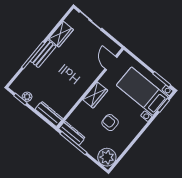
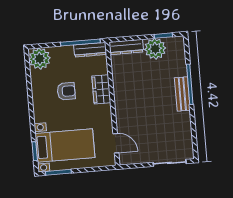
wardrobe: (61, 34) -> (183, 126), removed
wardrobe: (95, 95) -> (101, 89), moved
plant: (27, 97) -> (155, 49), width x1.88, depth x1.88

